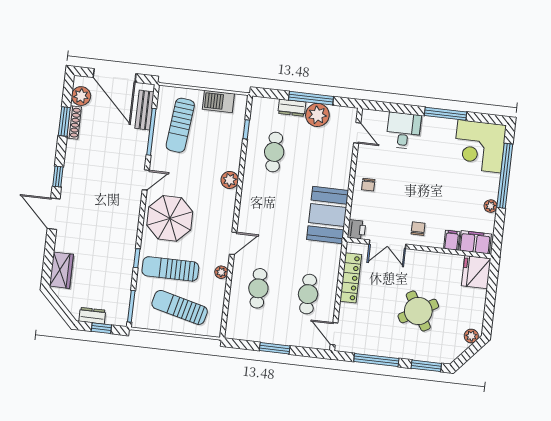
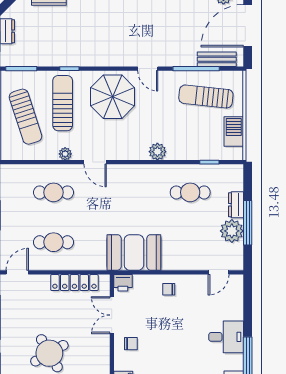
desk: (404, 131) -> (226, 337), moved
sun lounger: (180, 307) -> (26, 117), turned 148

